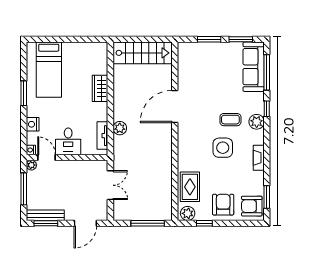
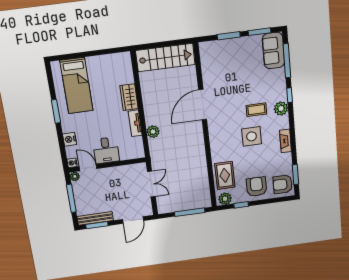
sofa: (254, 67) -> (273, 51), width x0.73
tv unit: (102, 136) -> (135, 123), moved

